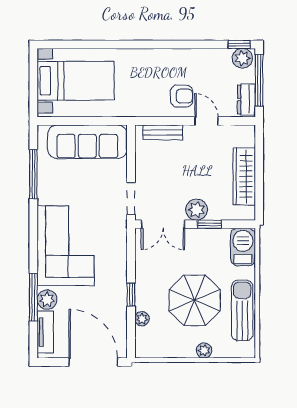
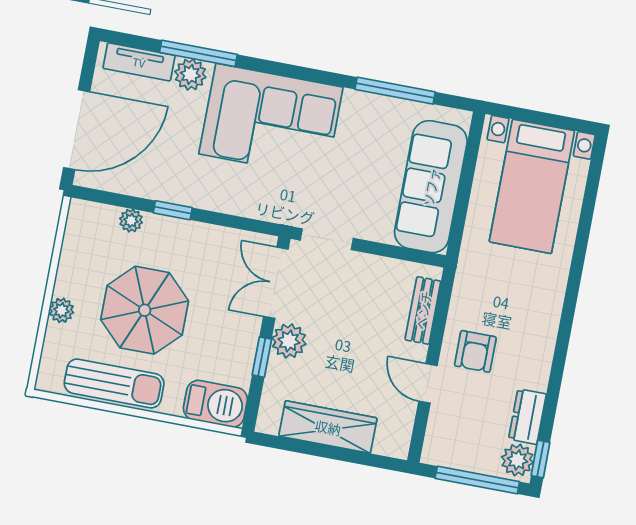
dresser: (246, 100) -> (527, 417), moved, turned -90
door: (206, 121) -> (428, 383), swing flipped

